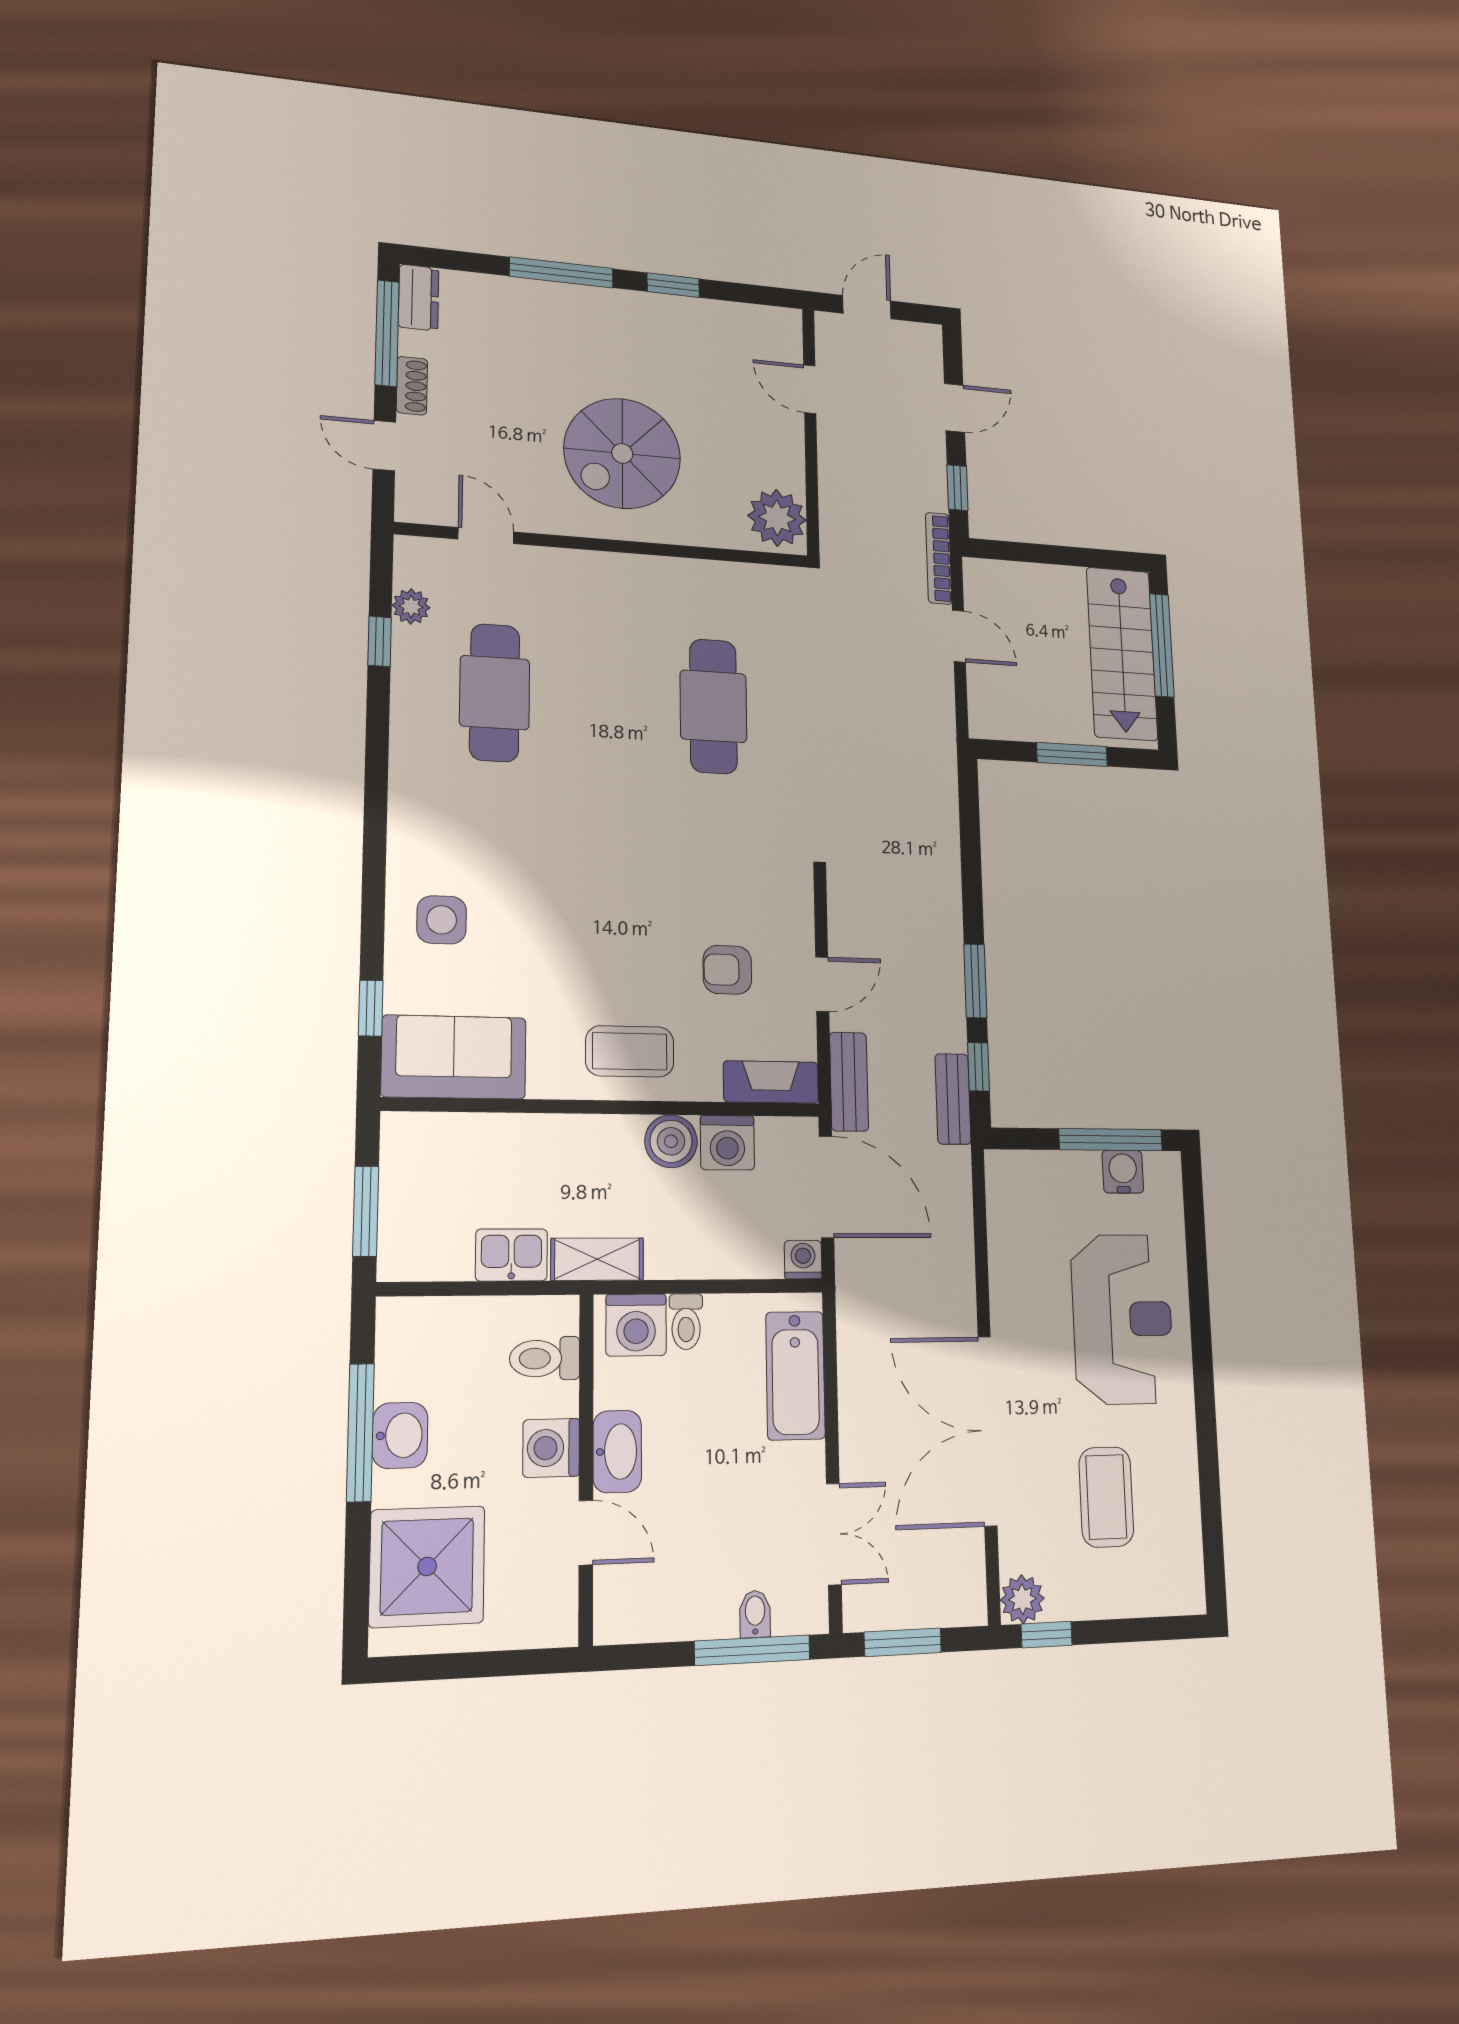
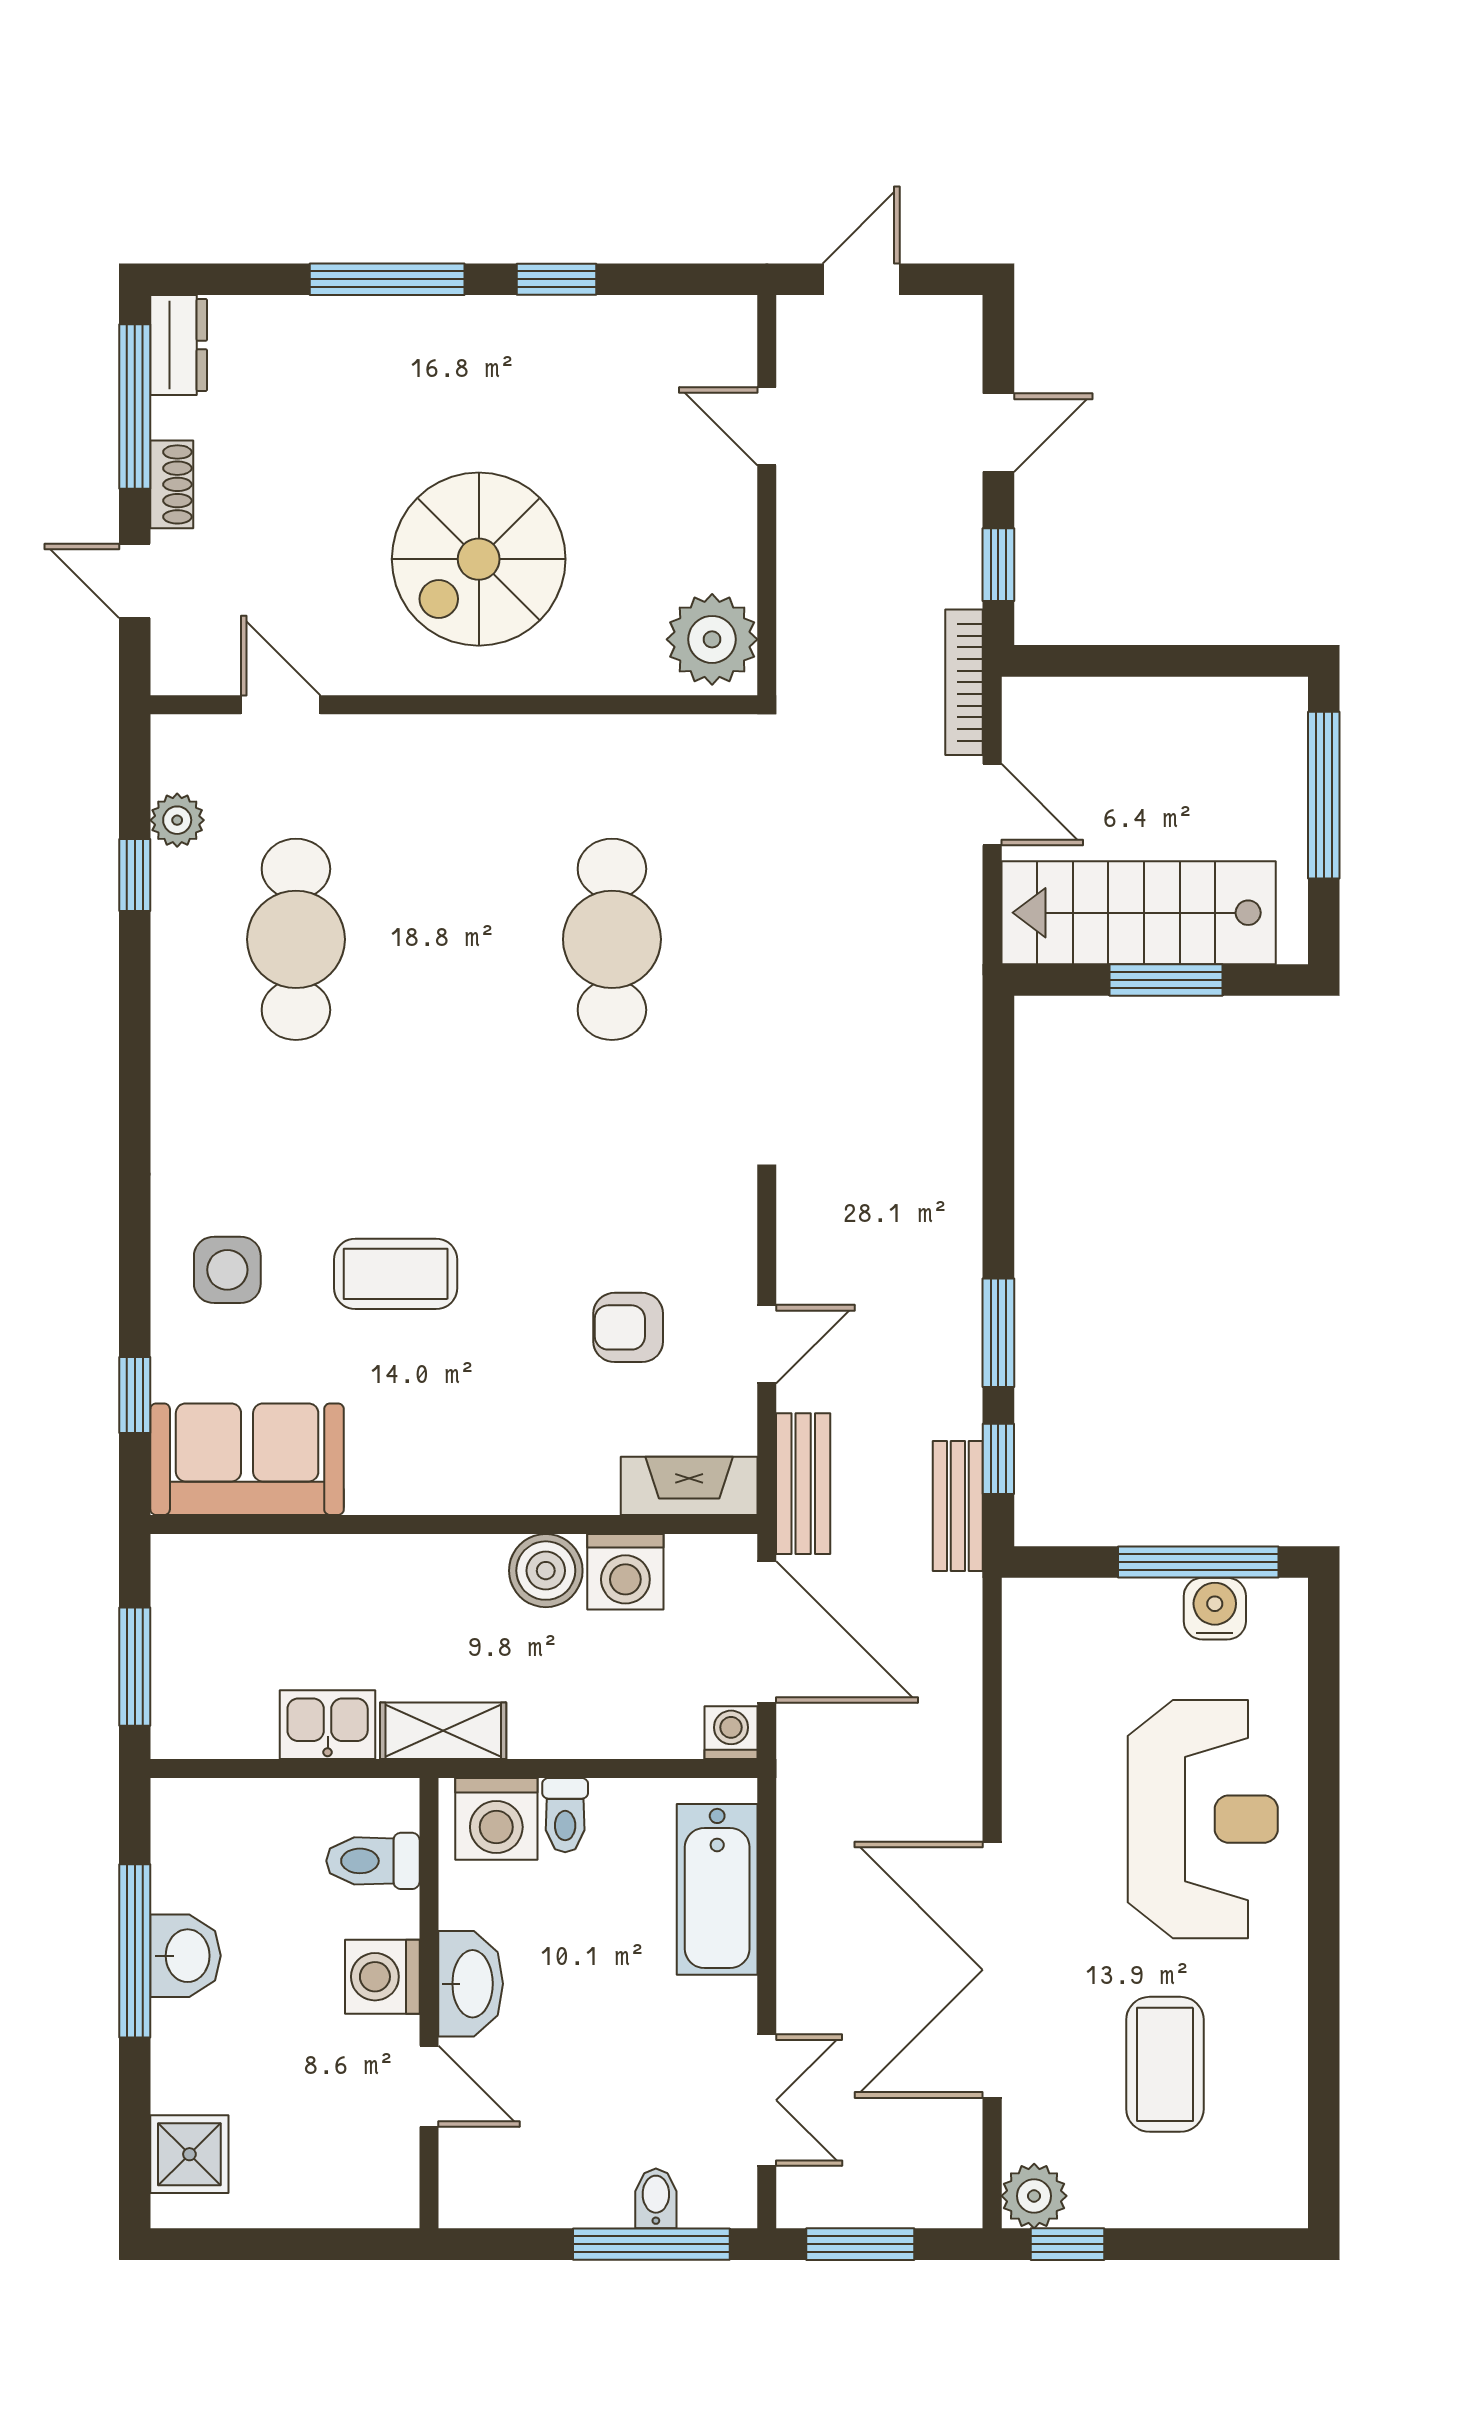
stairs: (1122, 654) -> (1139, 913), moved, turned 90
coffee table: (630, 1051) -> (396, 1274), moved
shower: (427, 1566) -> (189, 2154), width x0.54, depth x0.54

